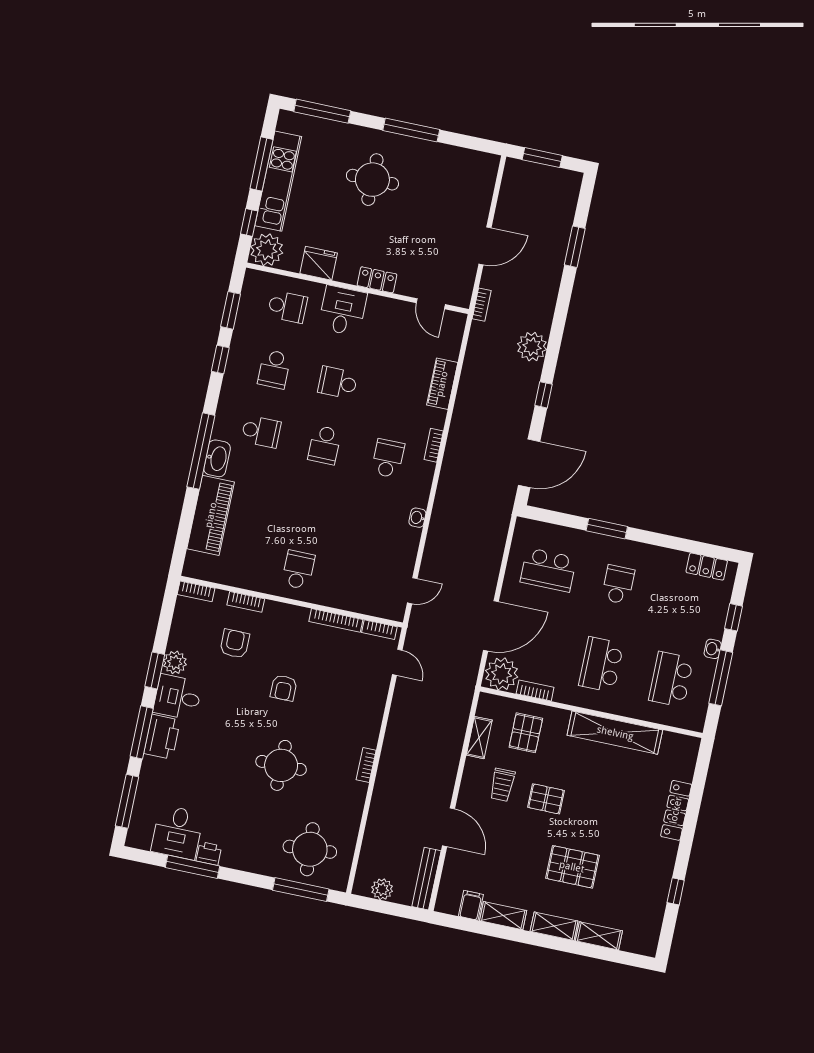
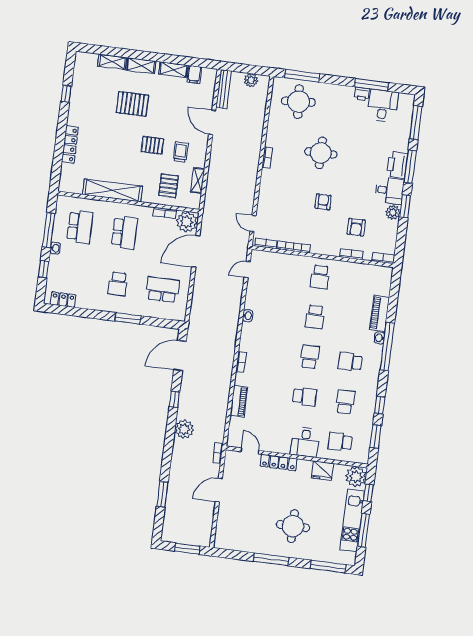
locker: (377, 280) -> (279, 462), width x1.53
washbasin: (217, 458) -> (379, 338), width x0.52, depth x0.69
school desk: (388, 458) -> (315, 317), moved
piano: (211, 515) -> (380, 313), width x0.73, depth x0.75

